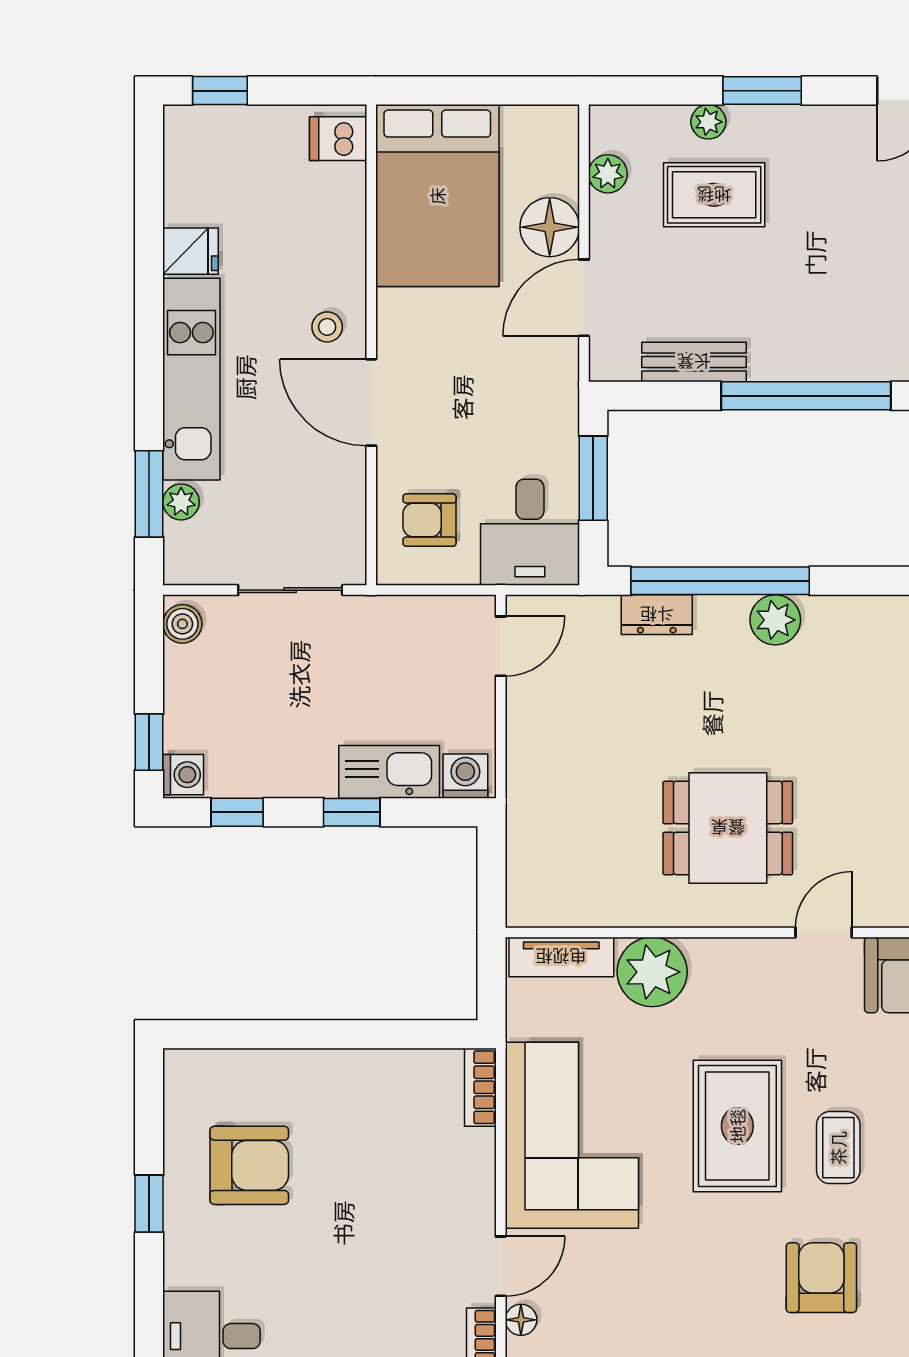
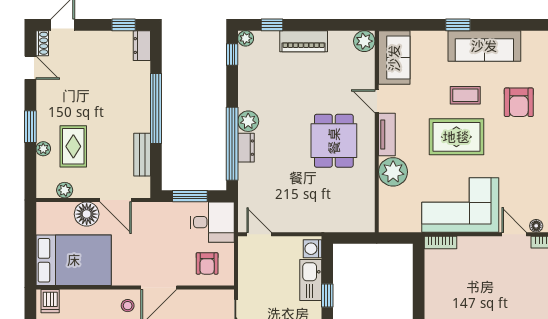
dresser: (657, 615) -> (246, 148), moved
tv unit: (561, 957) -> (387, 135), moved
armchair: (821, 1278) -> (519, 102), turned -90

